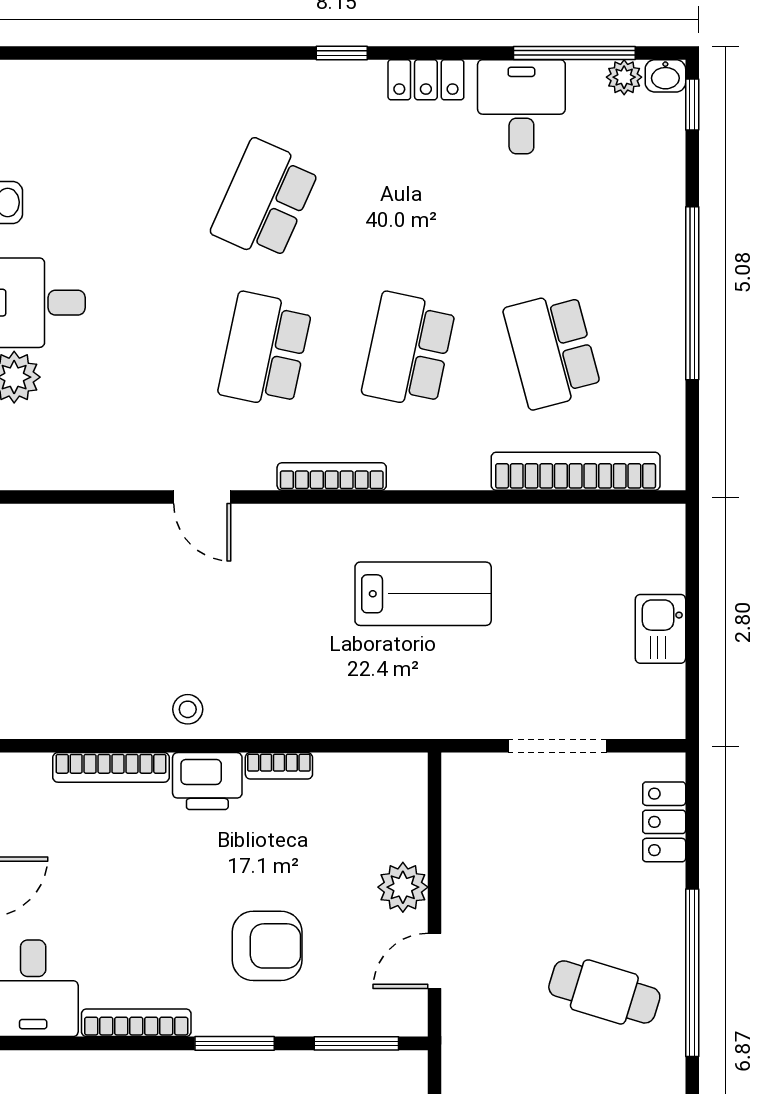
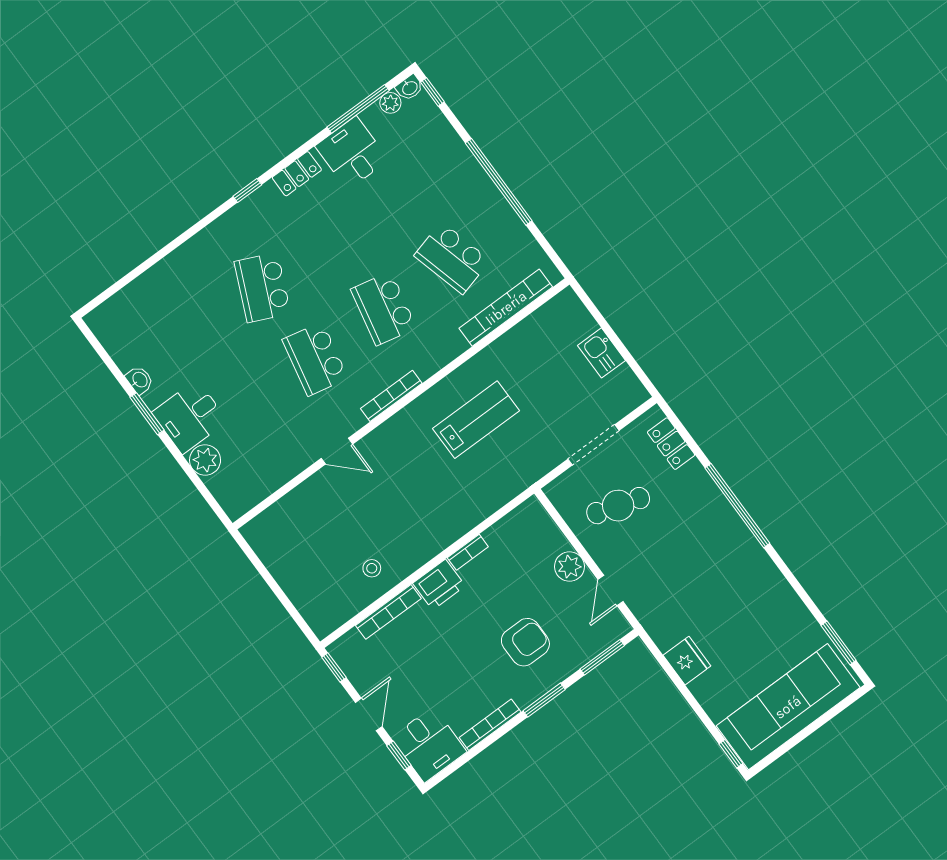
stool: (188, 709) -> (372, 568), moved
cafe table: (604, 992) -> (618, 506), moved

